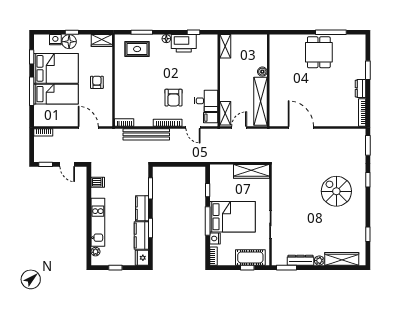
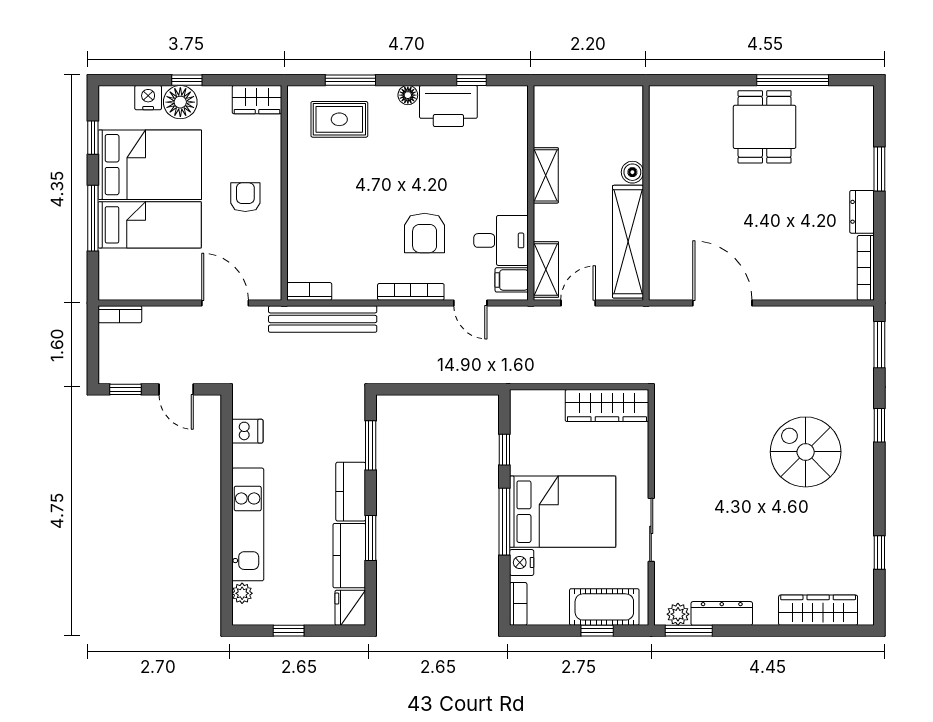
shelving: (225, 46) -> (546, 175), moved
bench: (146, 134) -> (323, 319), moved
plant: (319, 261) -> (678, 614), moved

